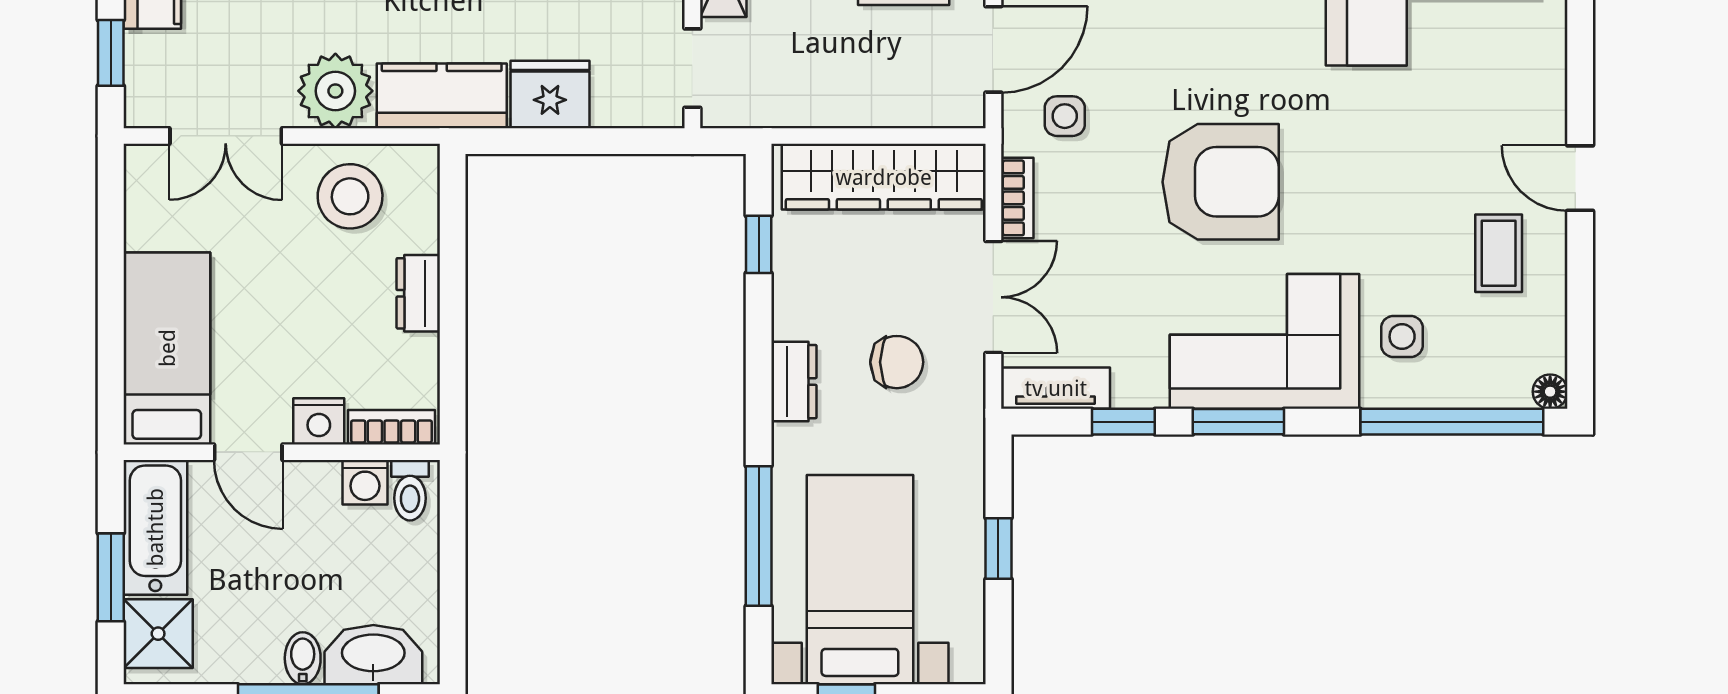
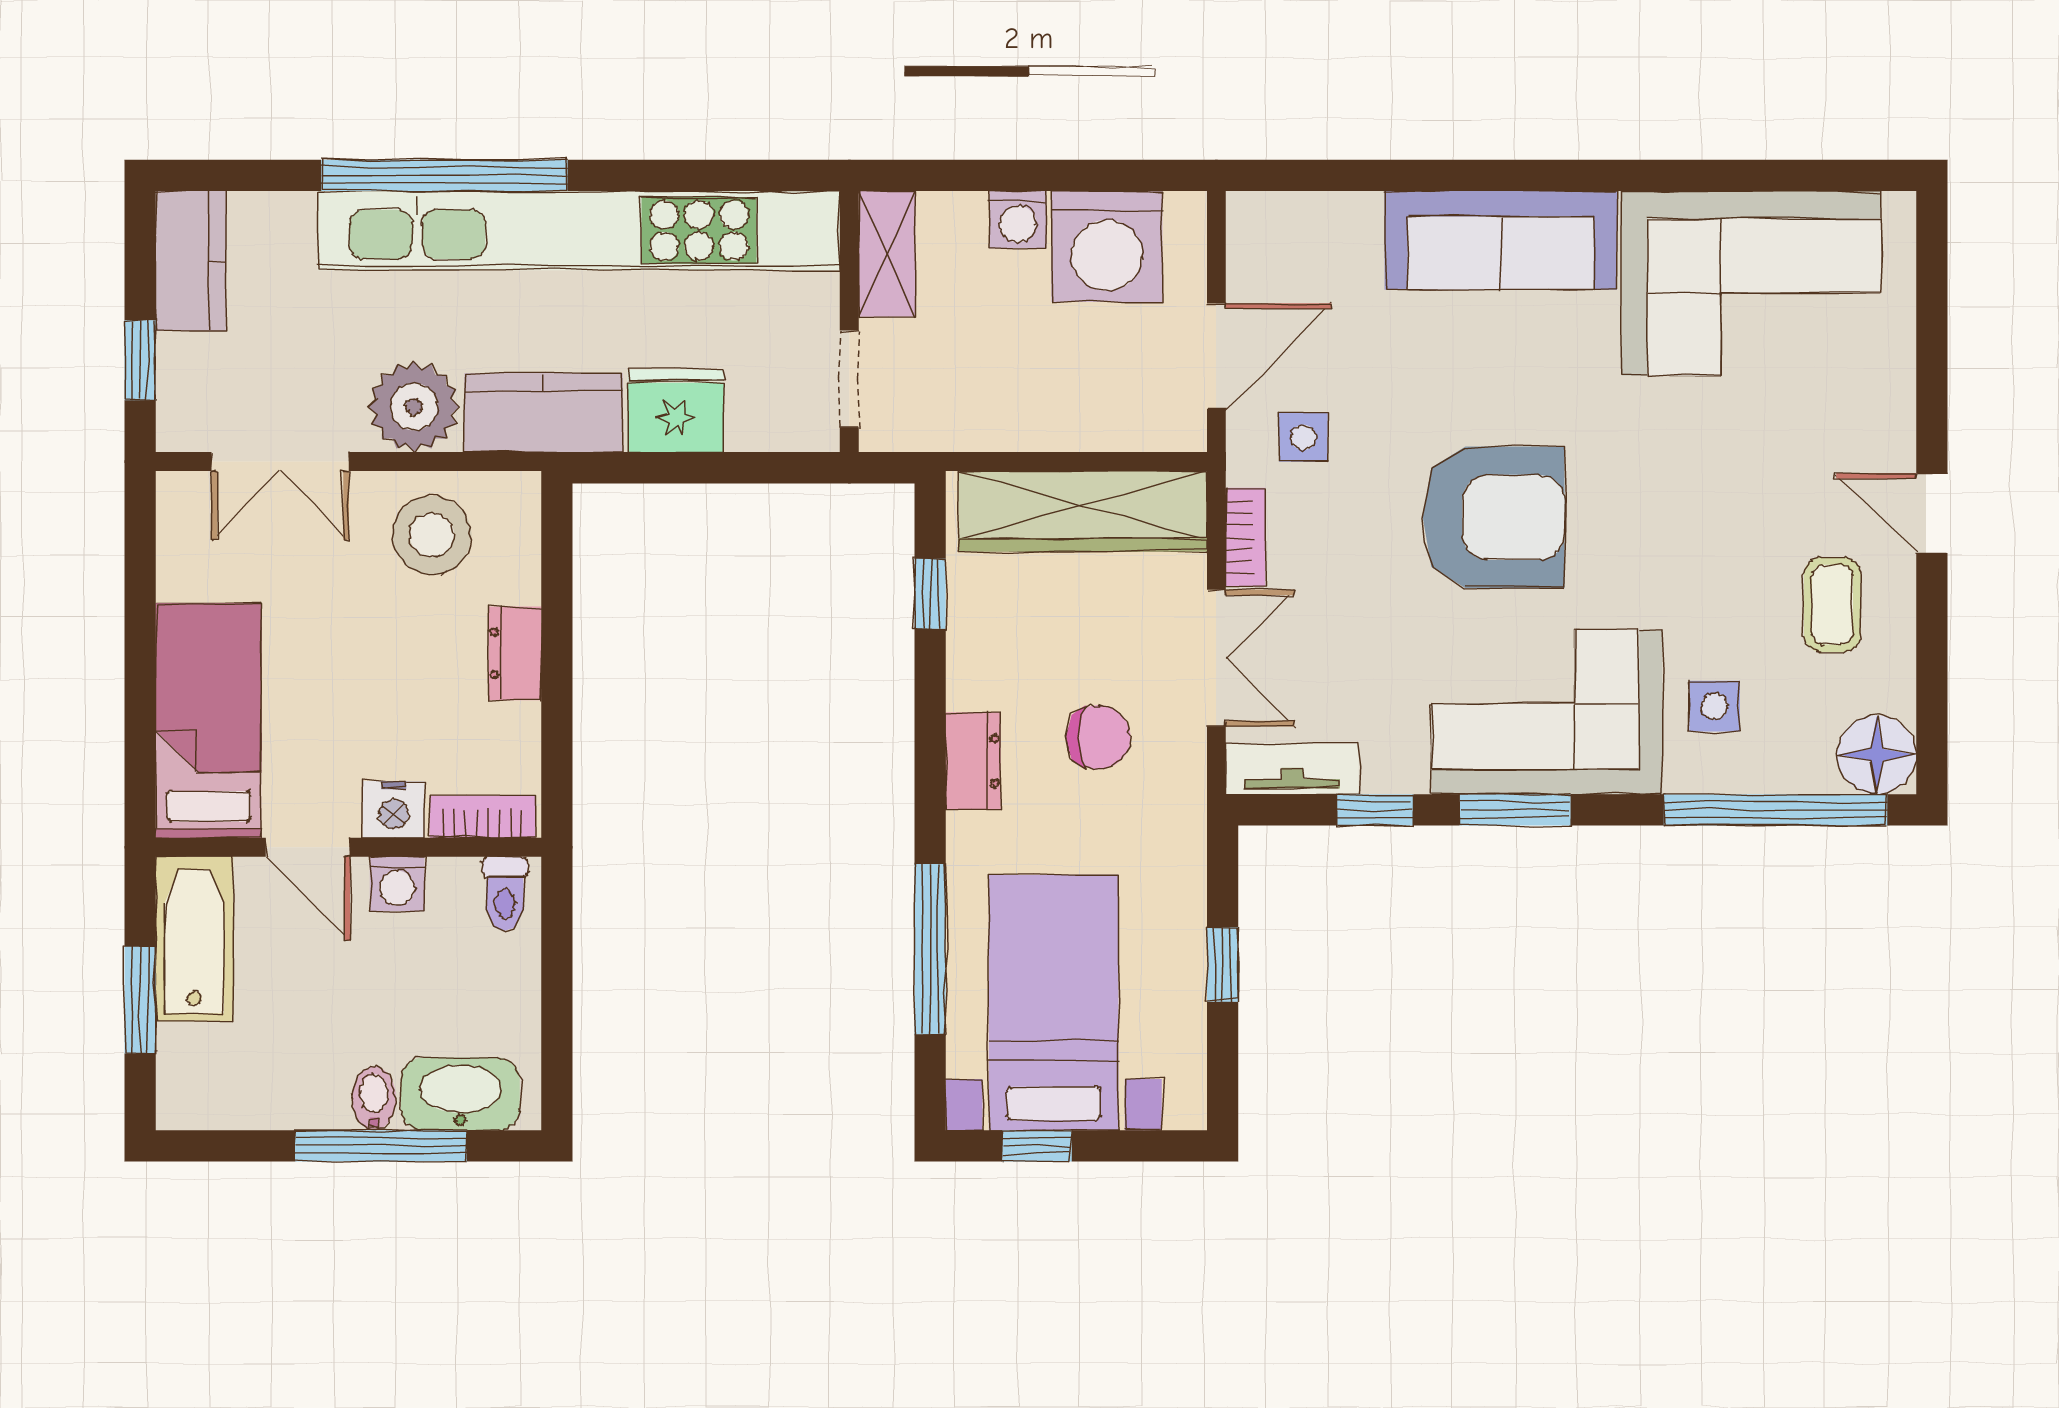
floor lamp: (1550, 392) -> (1877, 755), width x1.89, depth x1.89
washing machine: (365, 482) -> (397, 884), moved
shower: (158, 634) -> (198, 1068), removed

